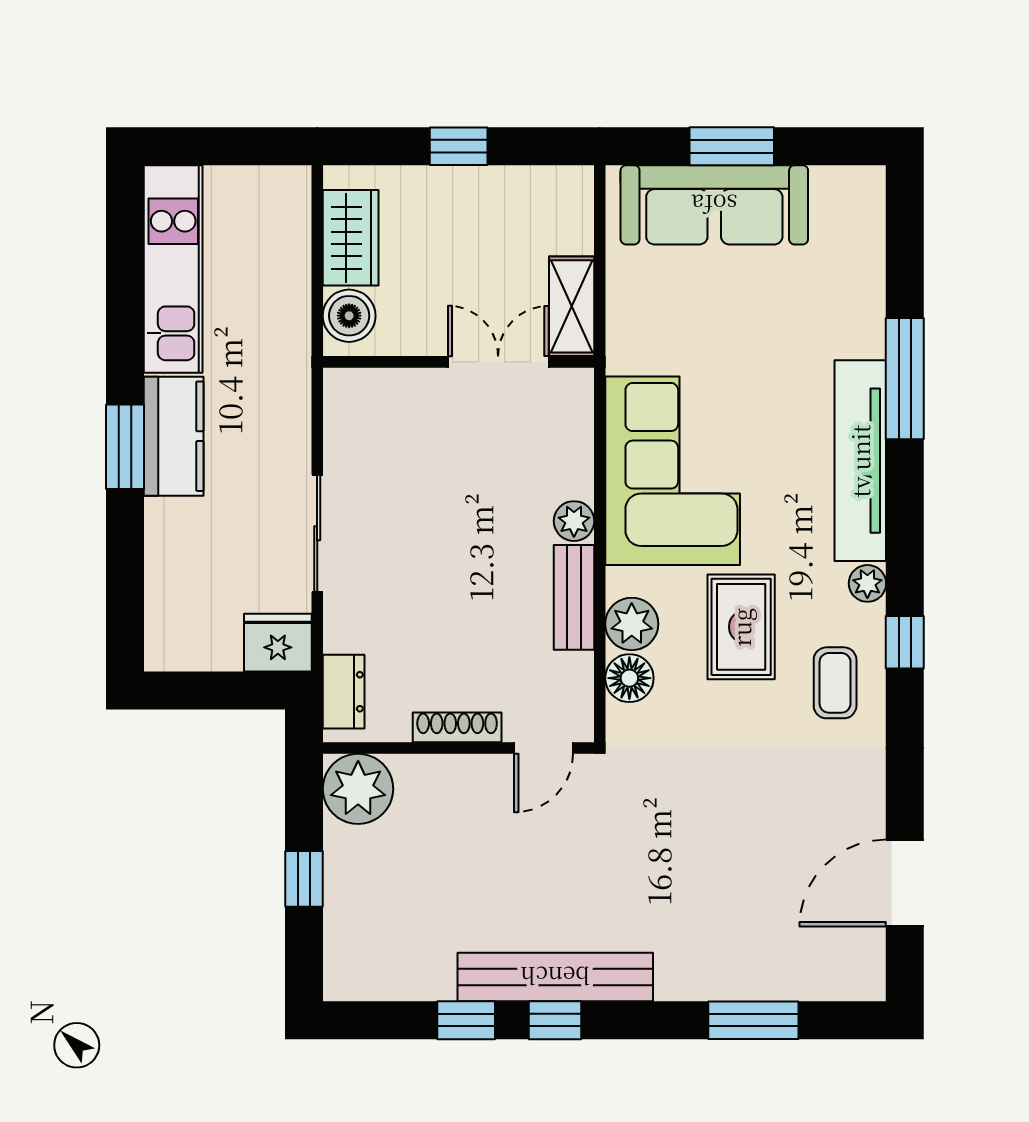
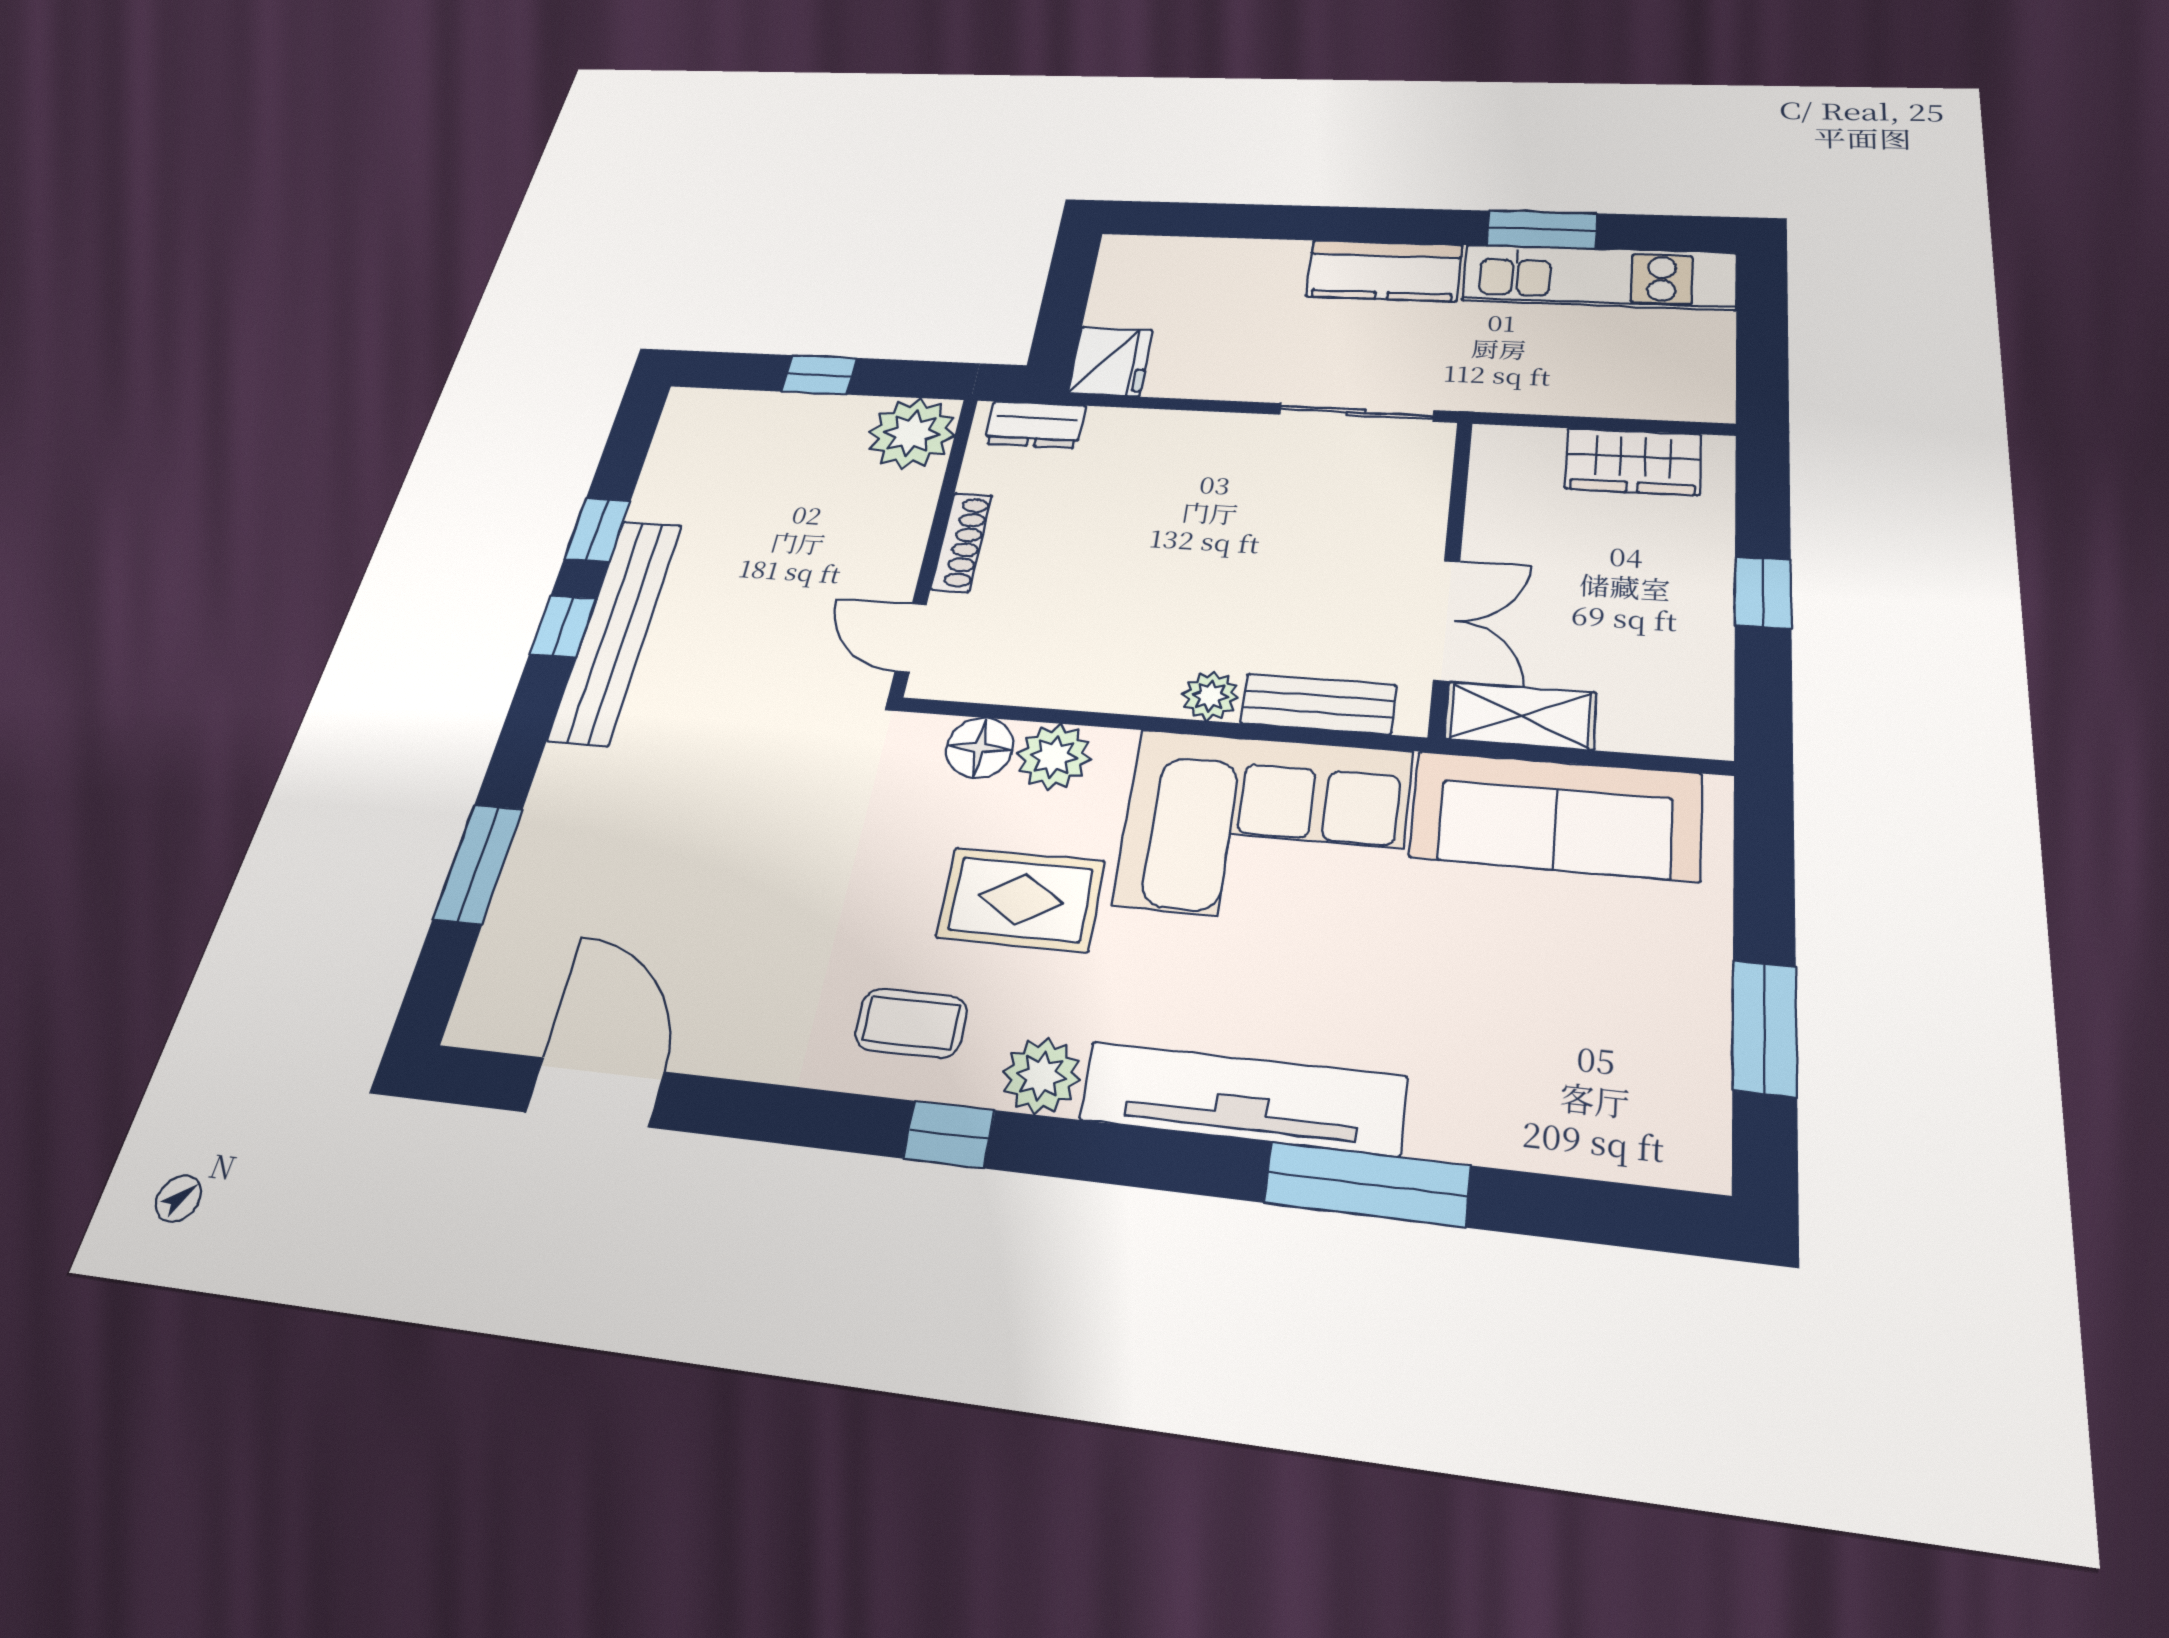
window: (732, 146) -> (1764, 1028), moved
sofa: (714, 205) -> (1556, 815), moved, turned -90
boiler: (349, 316) -> (1525, 454), removed
window: (125, 447) -> (1542, 230), moved
sliding door: (317, 533) -> (1356, 412), moved
plant: (867, 583) -> (1041, 1076), width x1.38, depth x1.38
bench: (574, 597) -> (1318, 704), moved

